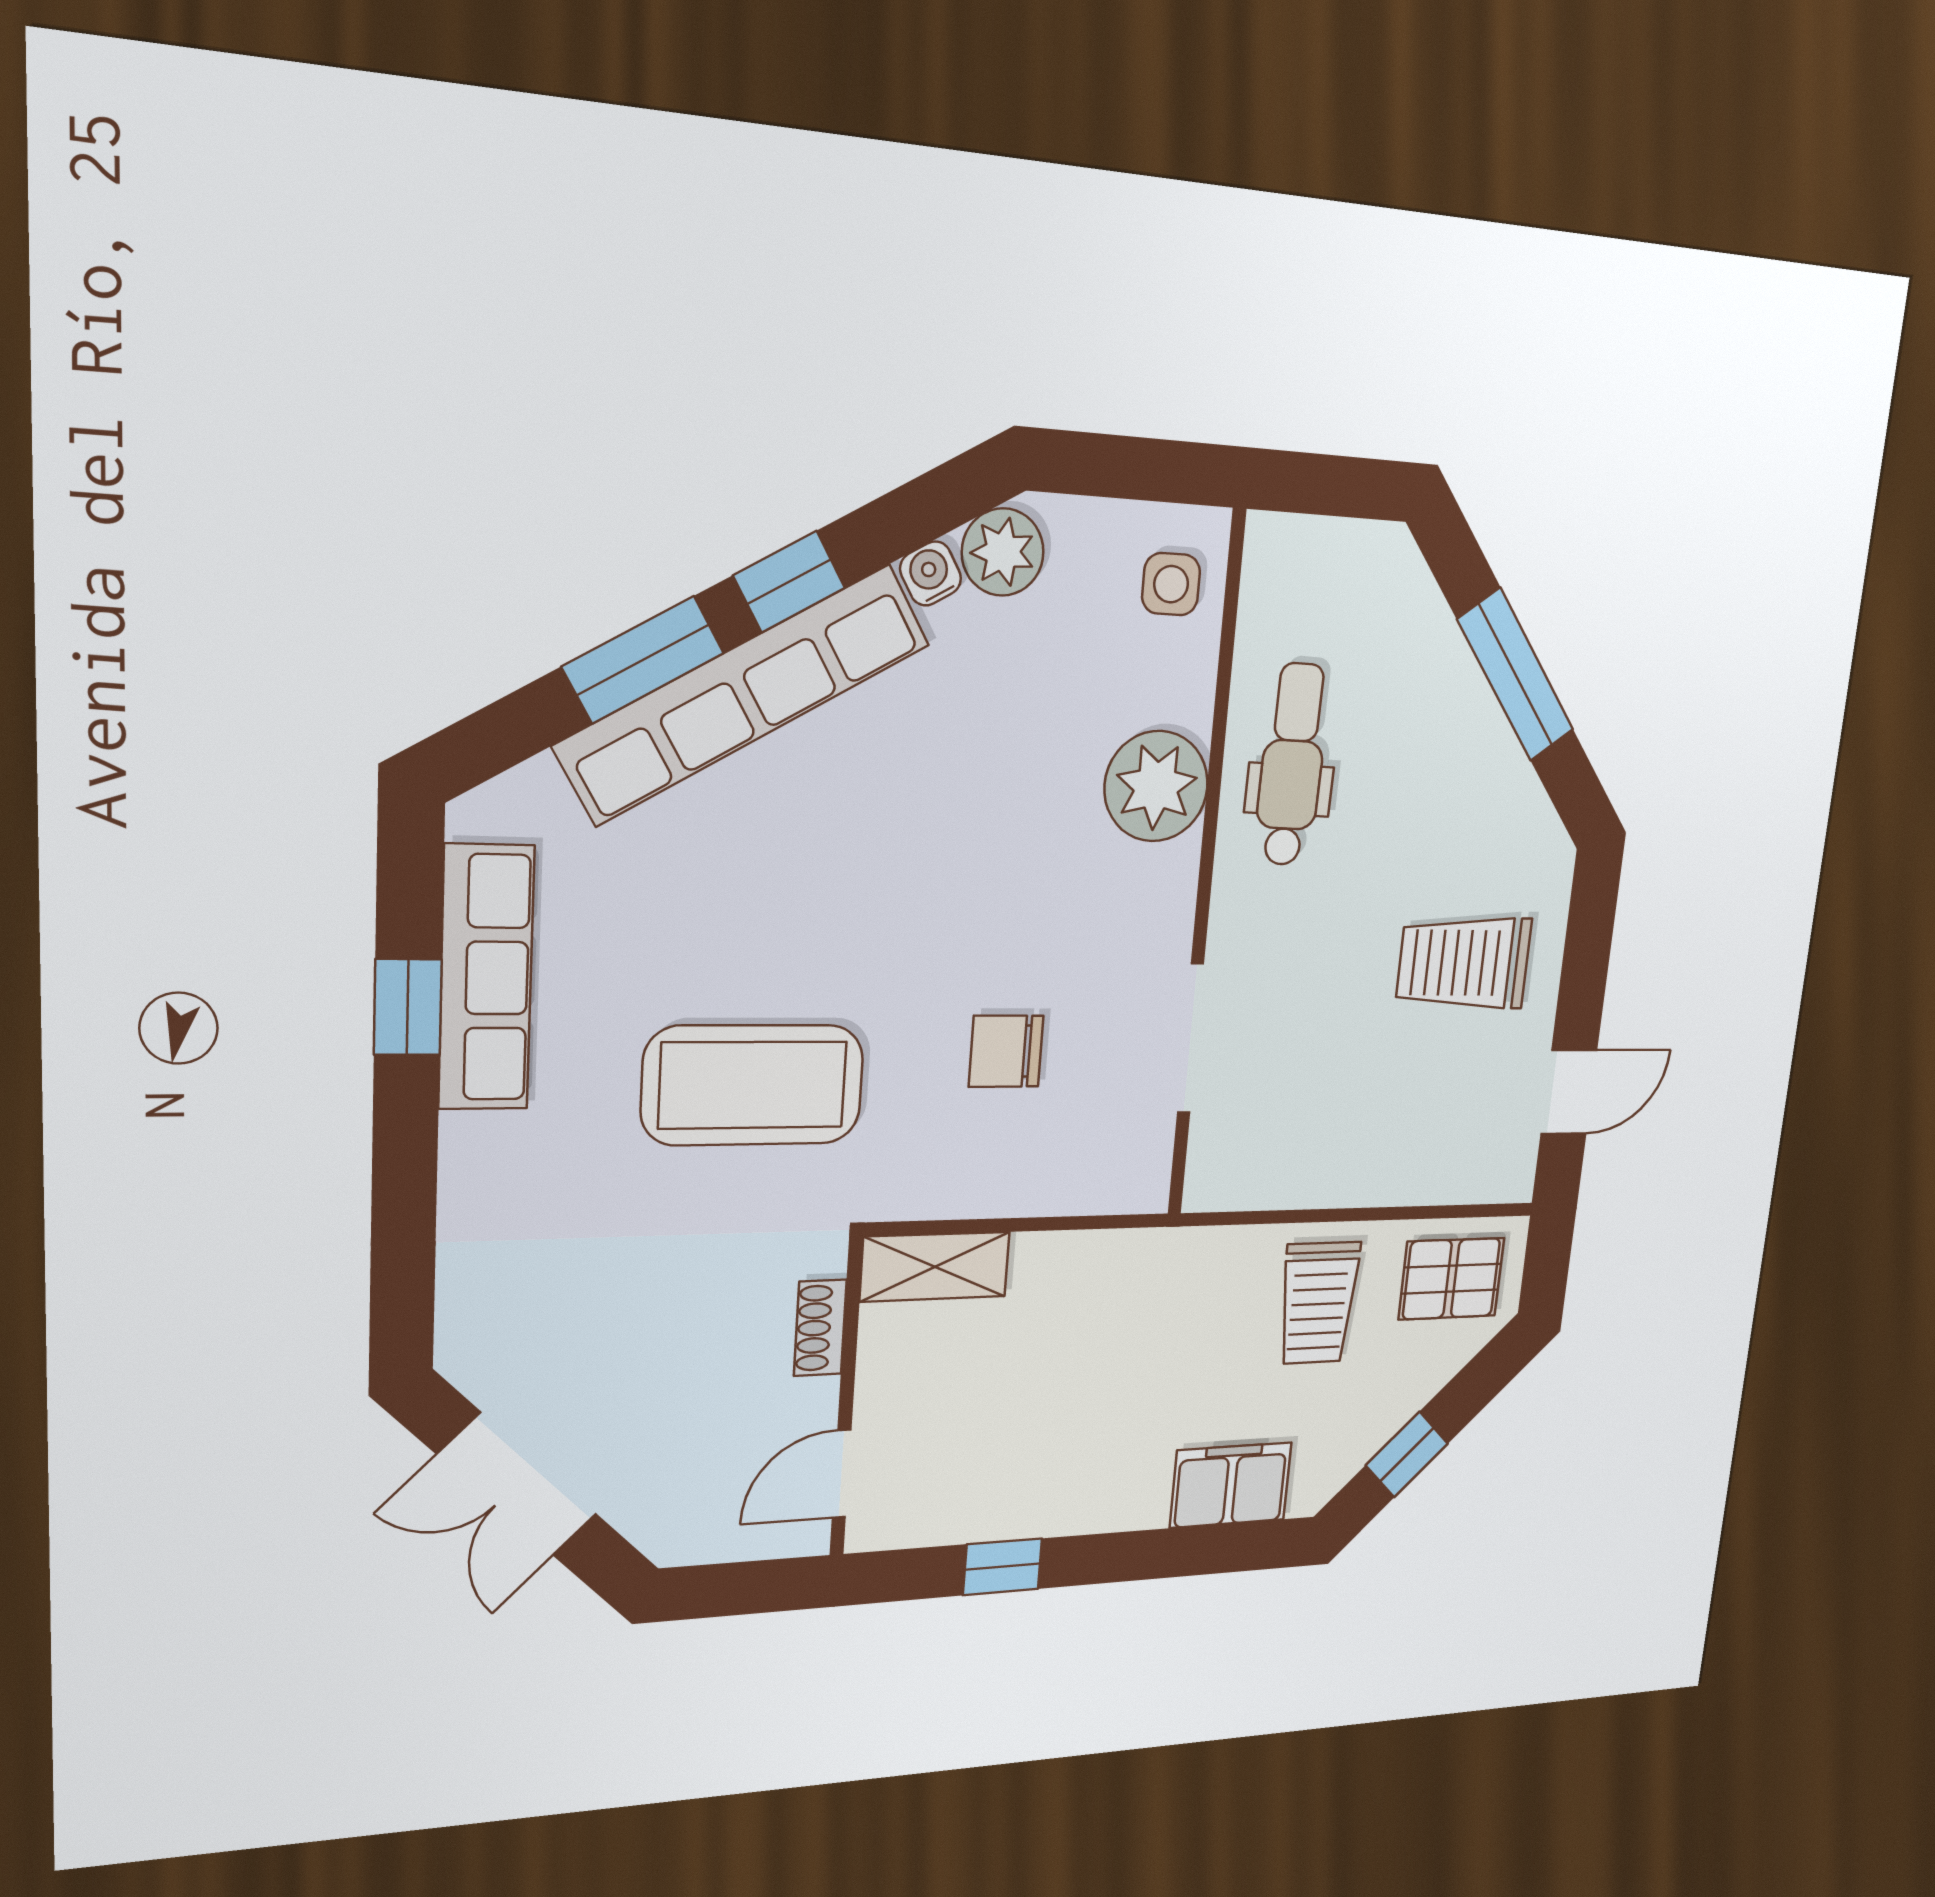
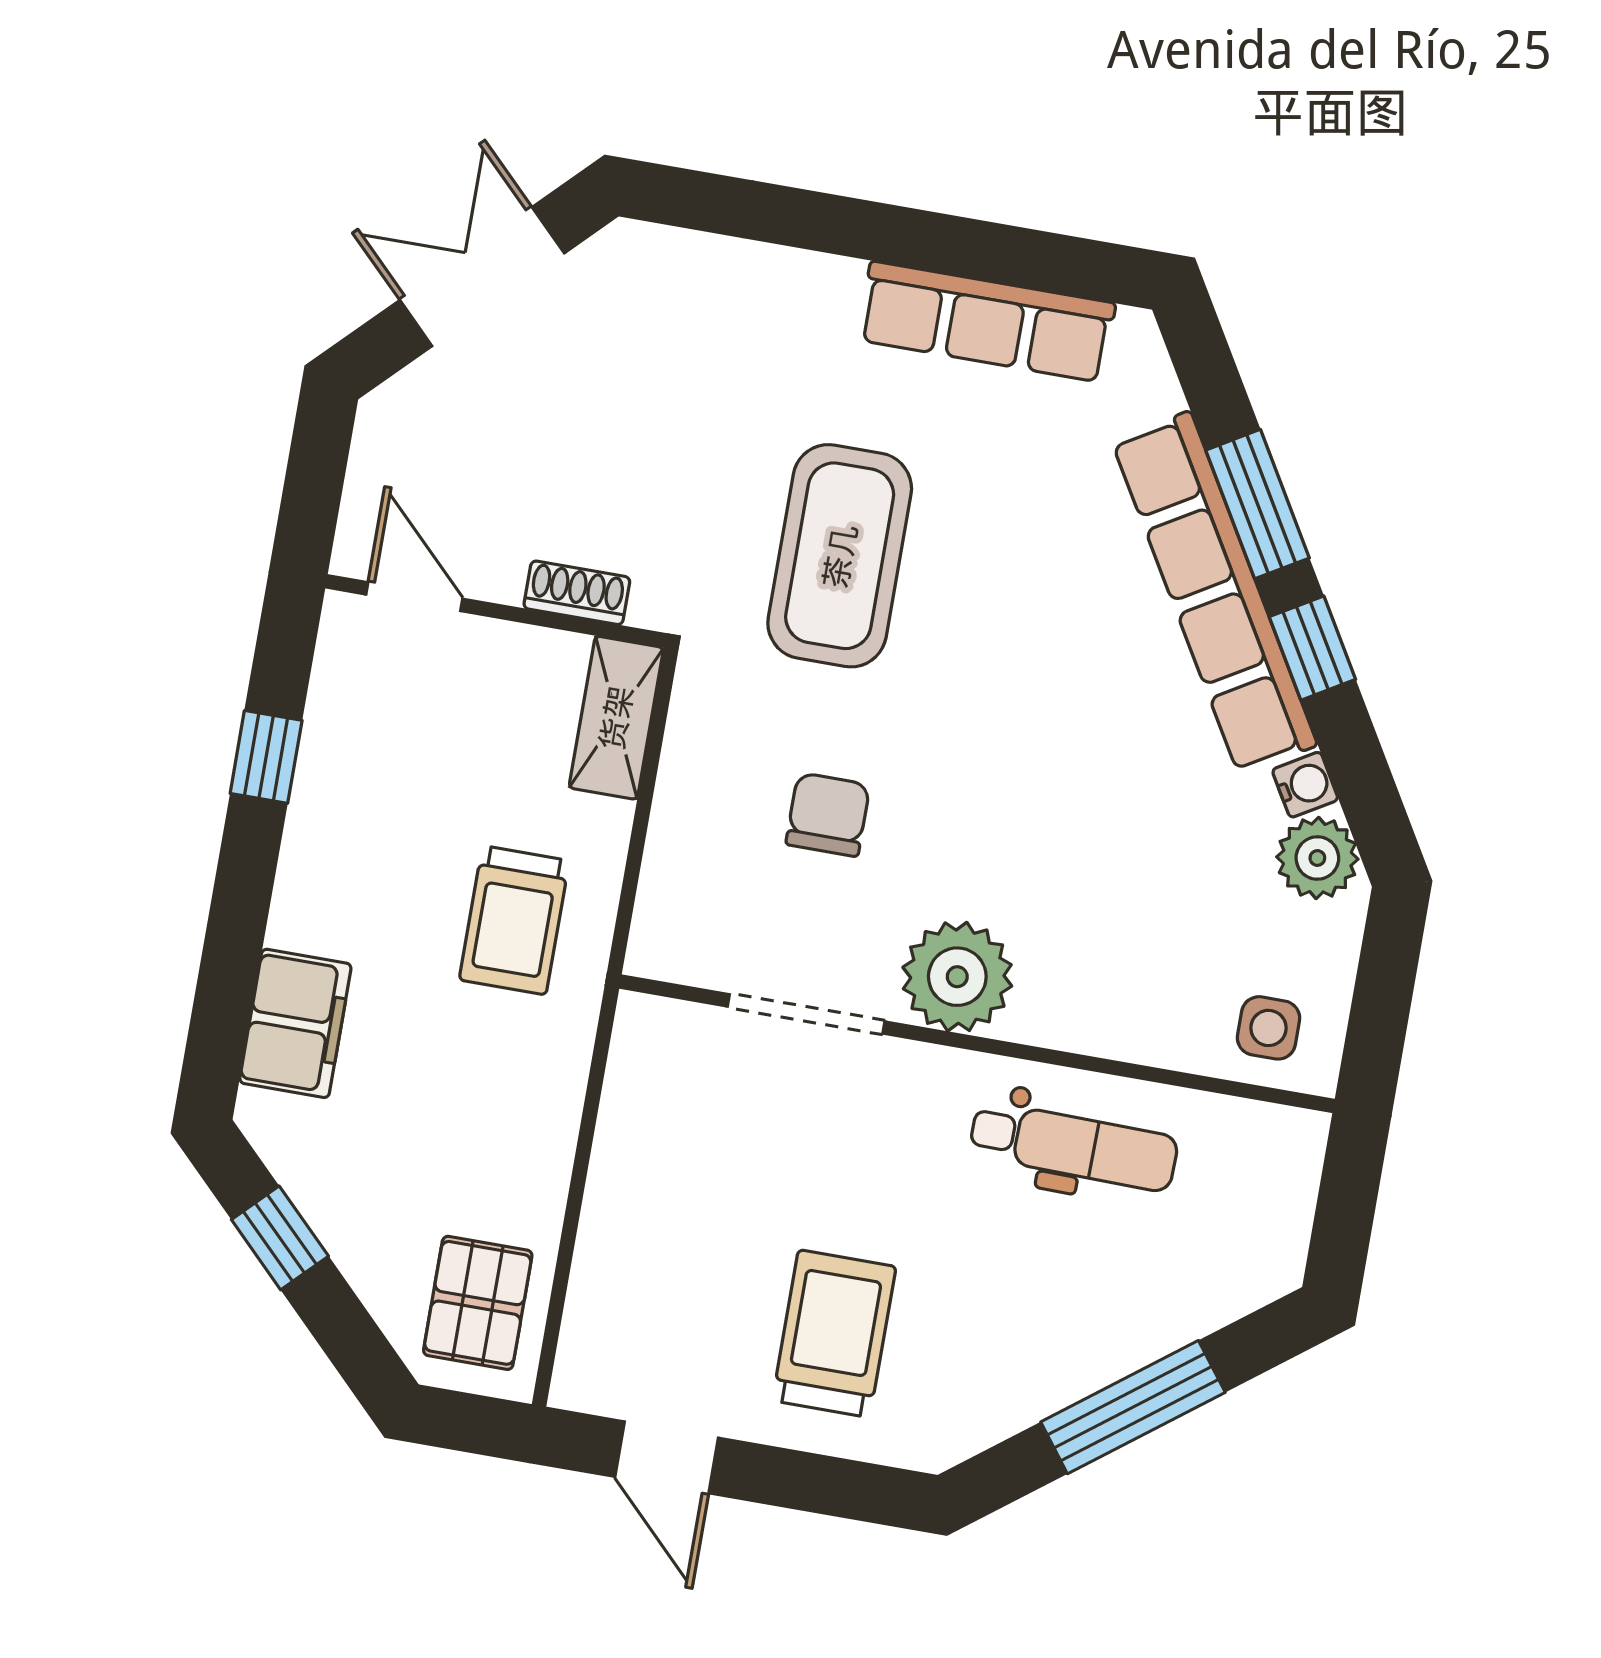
plant: (1156, 786) -> (957, 977), moved
window: (408, 1007) -> (971, 248), removed
trolley: (1318, 1303) -> (514, 920), moved, turned -90

